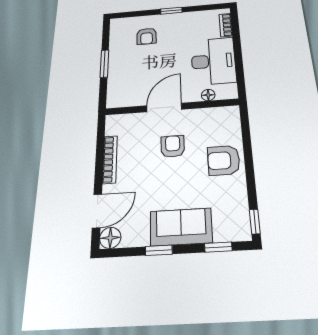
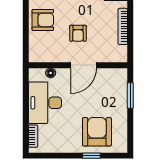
window: (171, 11) -> (91, 156), moved
armchair: (147, 36) -> (97, 132), width x1.88, depth x1.88
window: (104, 64) -> (130, 96), moved

